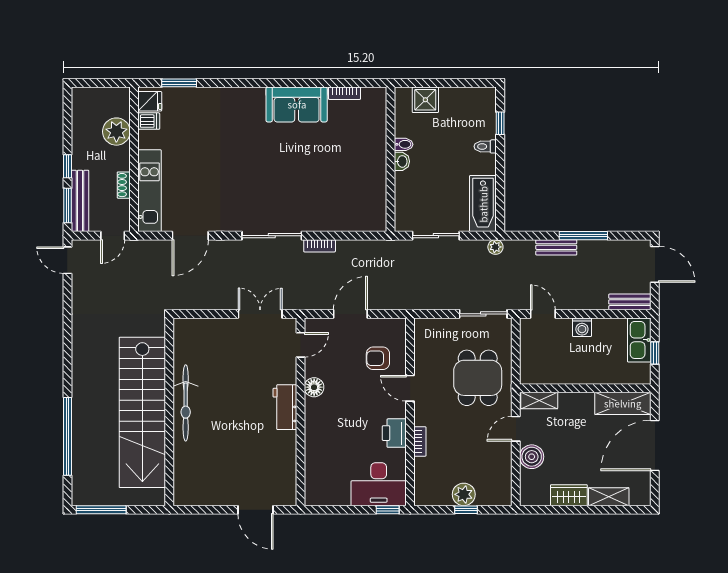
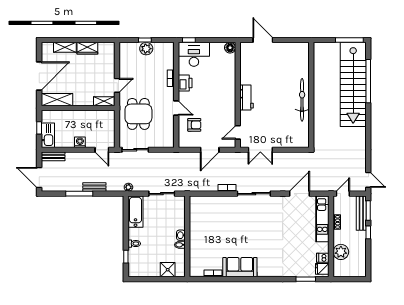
floor lamp: (314, 387) -> (230, 48), moved
stairs: (142, 412) -> (353, 84), moved, turned 180
boiler: (532, 457) -> (108, 70), removed

